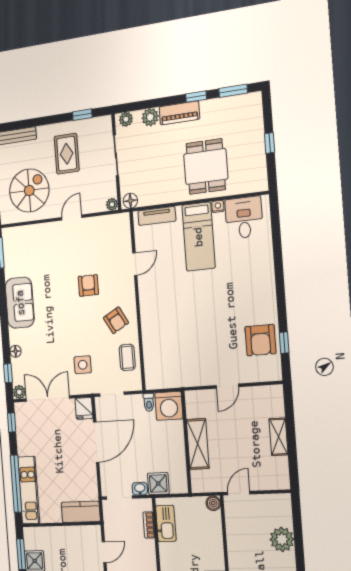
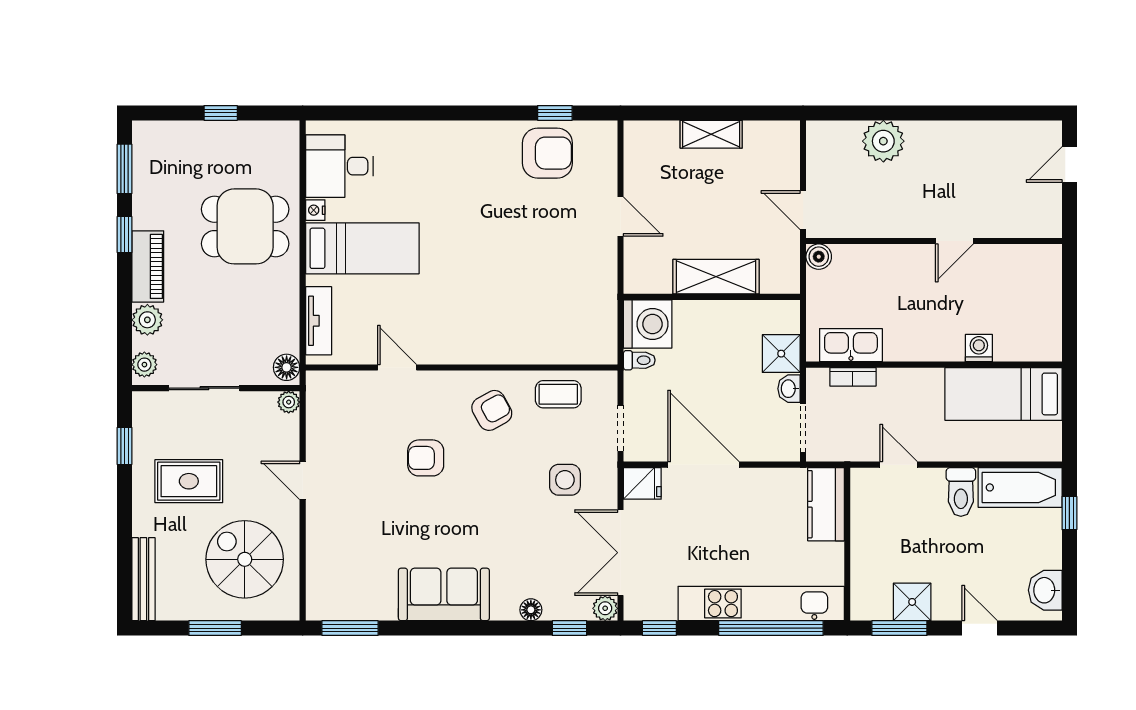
kitchen unit: (29, 490) -> (761, 604), width x1.36

